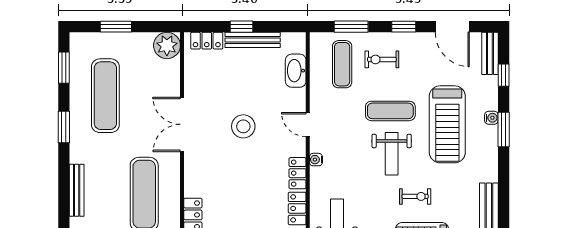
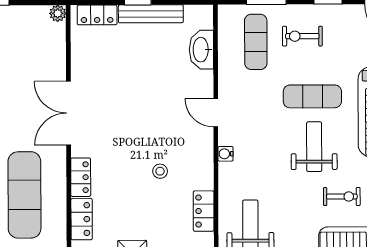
plant: (167, 45) -> (58, 13), width x0.53, depth x0.53
stool: (243, 126) -> (160, 171), moved, width x0.53, depth x0.53
weight bench: (392, 154) -> (314, 147), turned 180
locker: (298, 173) -> (81, 177), moved, turned 180

